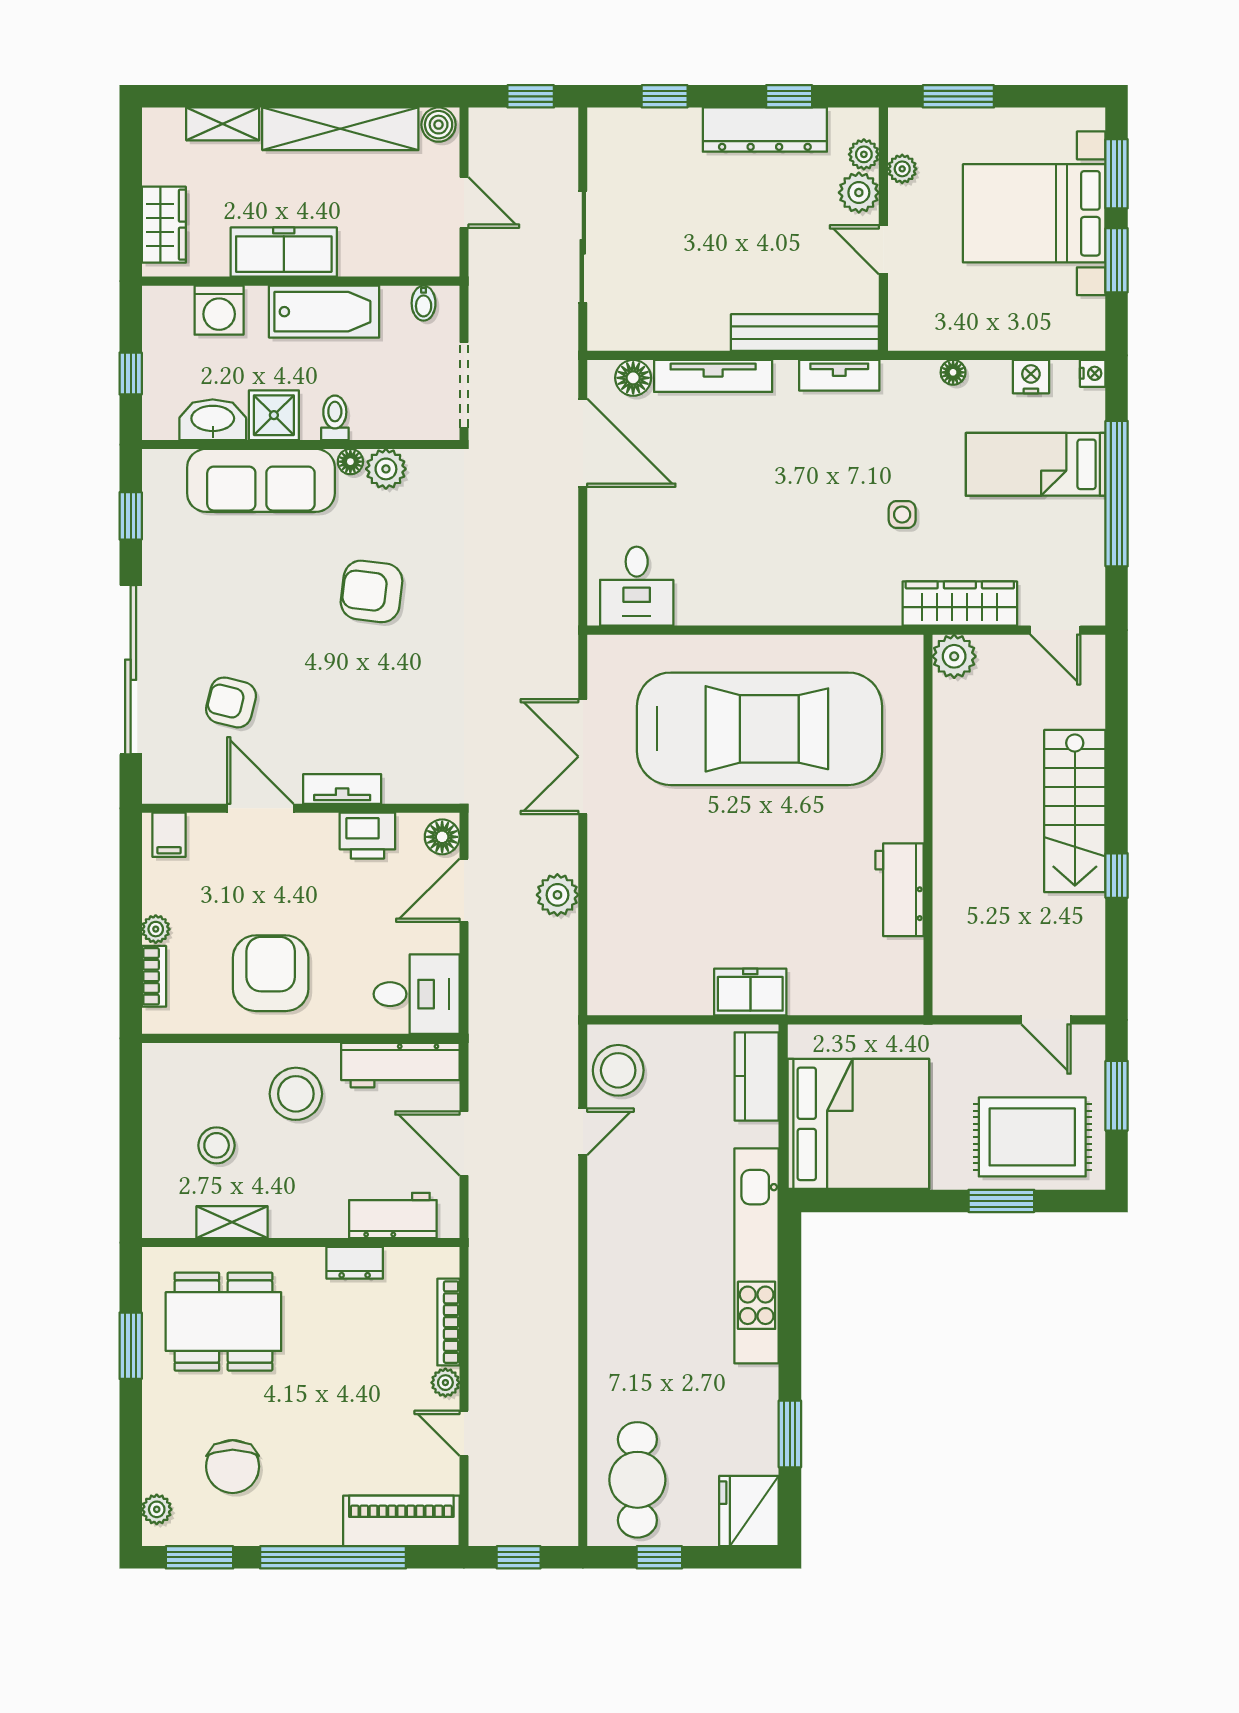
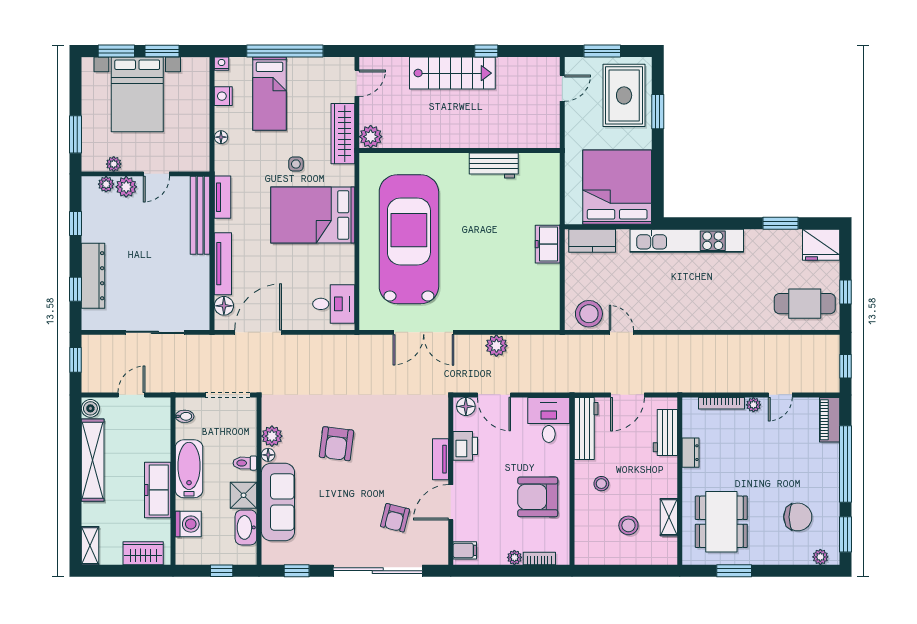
shelving: (223, 124) -> (90, 546), moved
dresser: (765, 130) -> (93, 276), moved
bed: (805, 546) -> (313, 215), added
stool: (296, 1094) -> (601, 484), width x0.53, depth x0.53
piano: (401, 1521) -> (830, 420), width x0.73, depth x0.75

